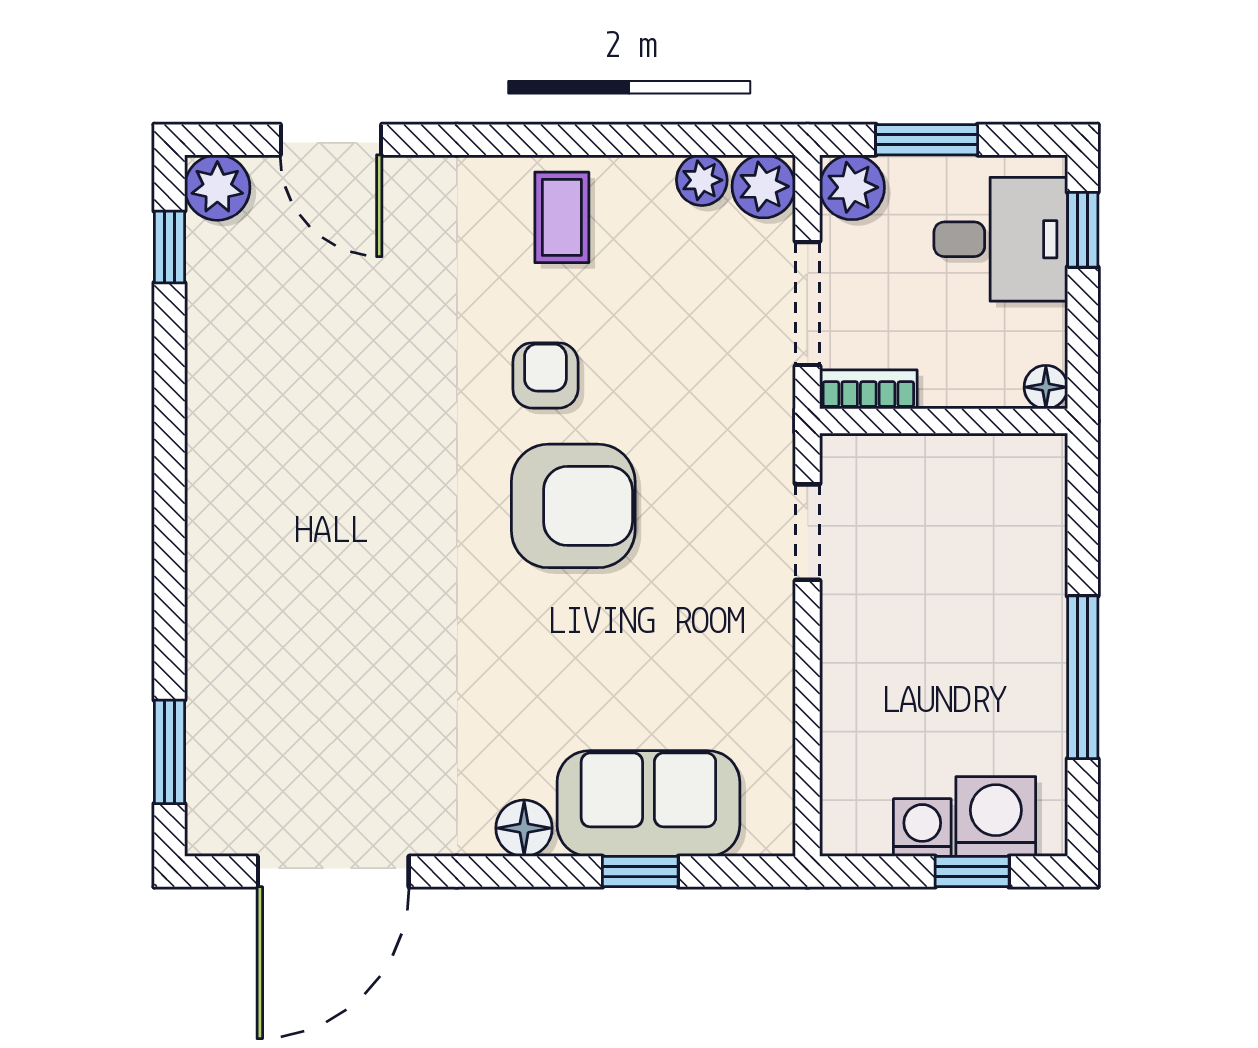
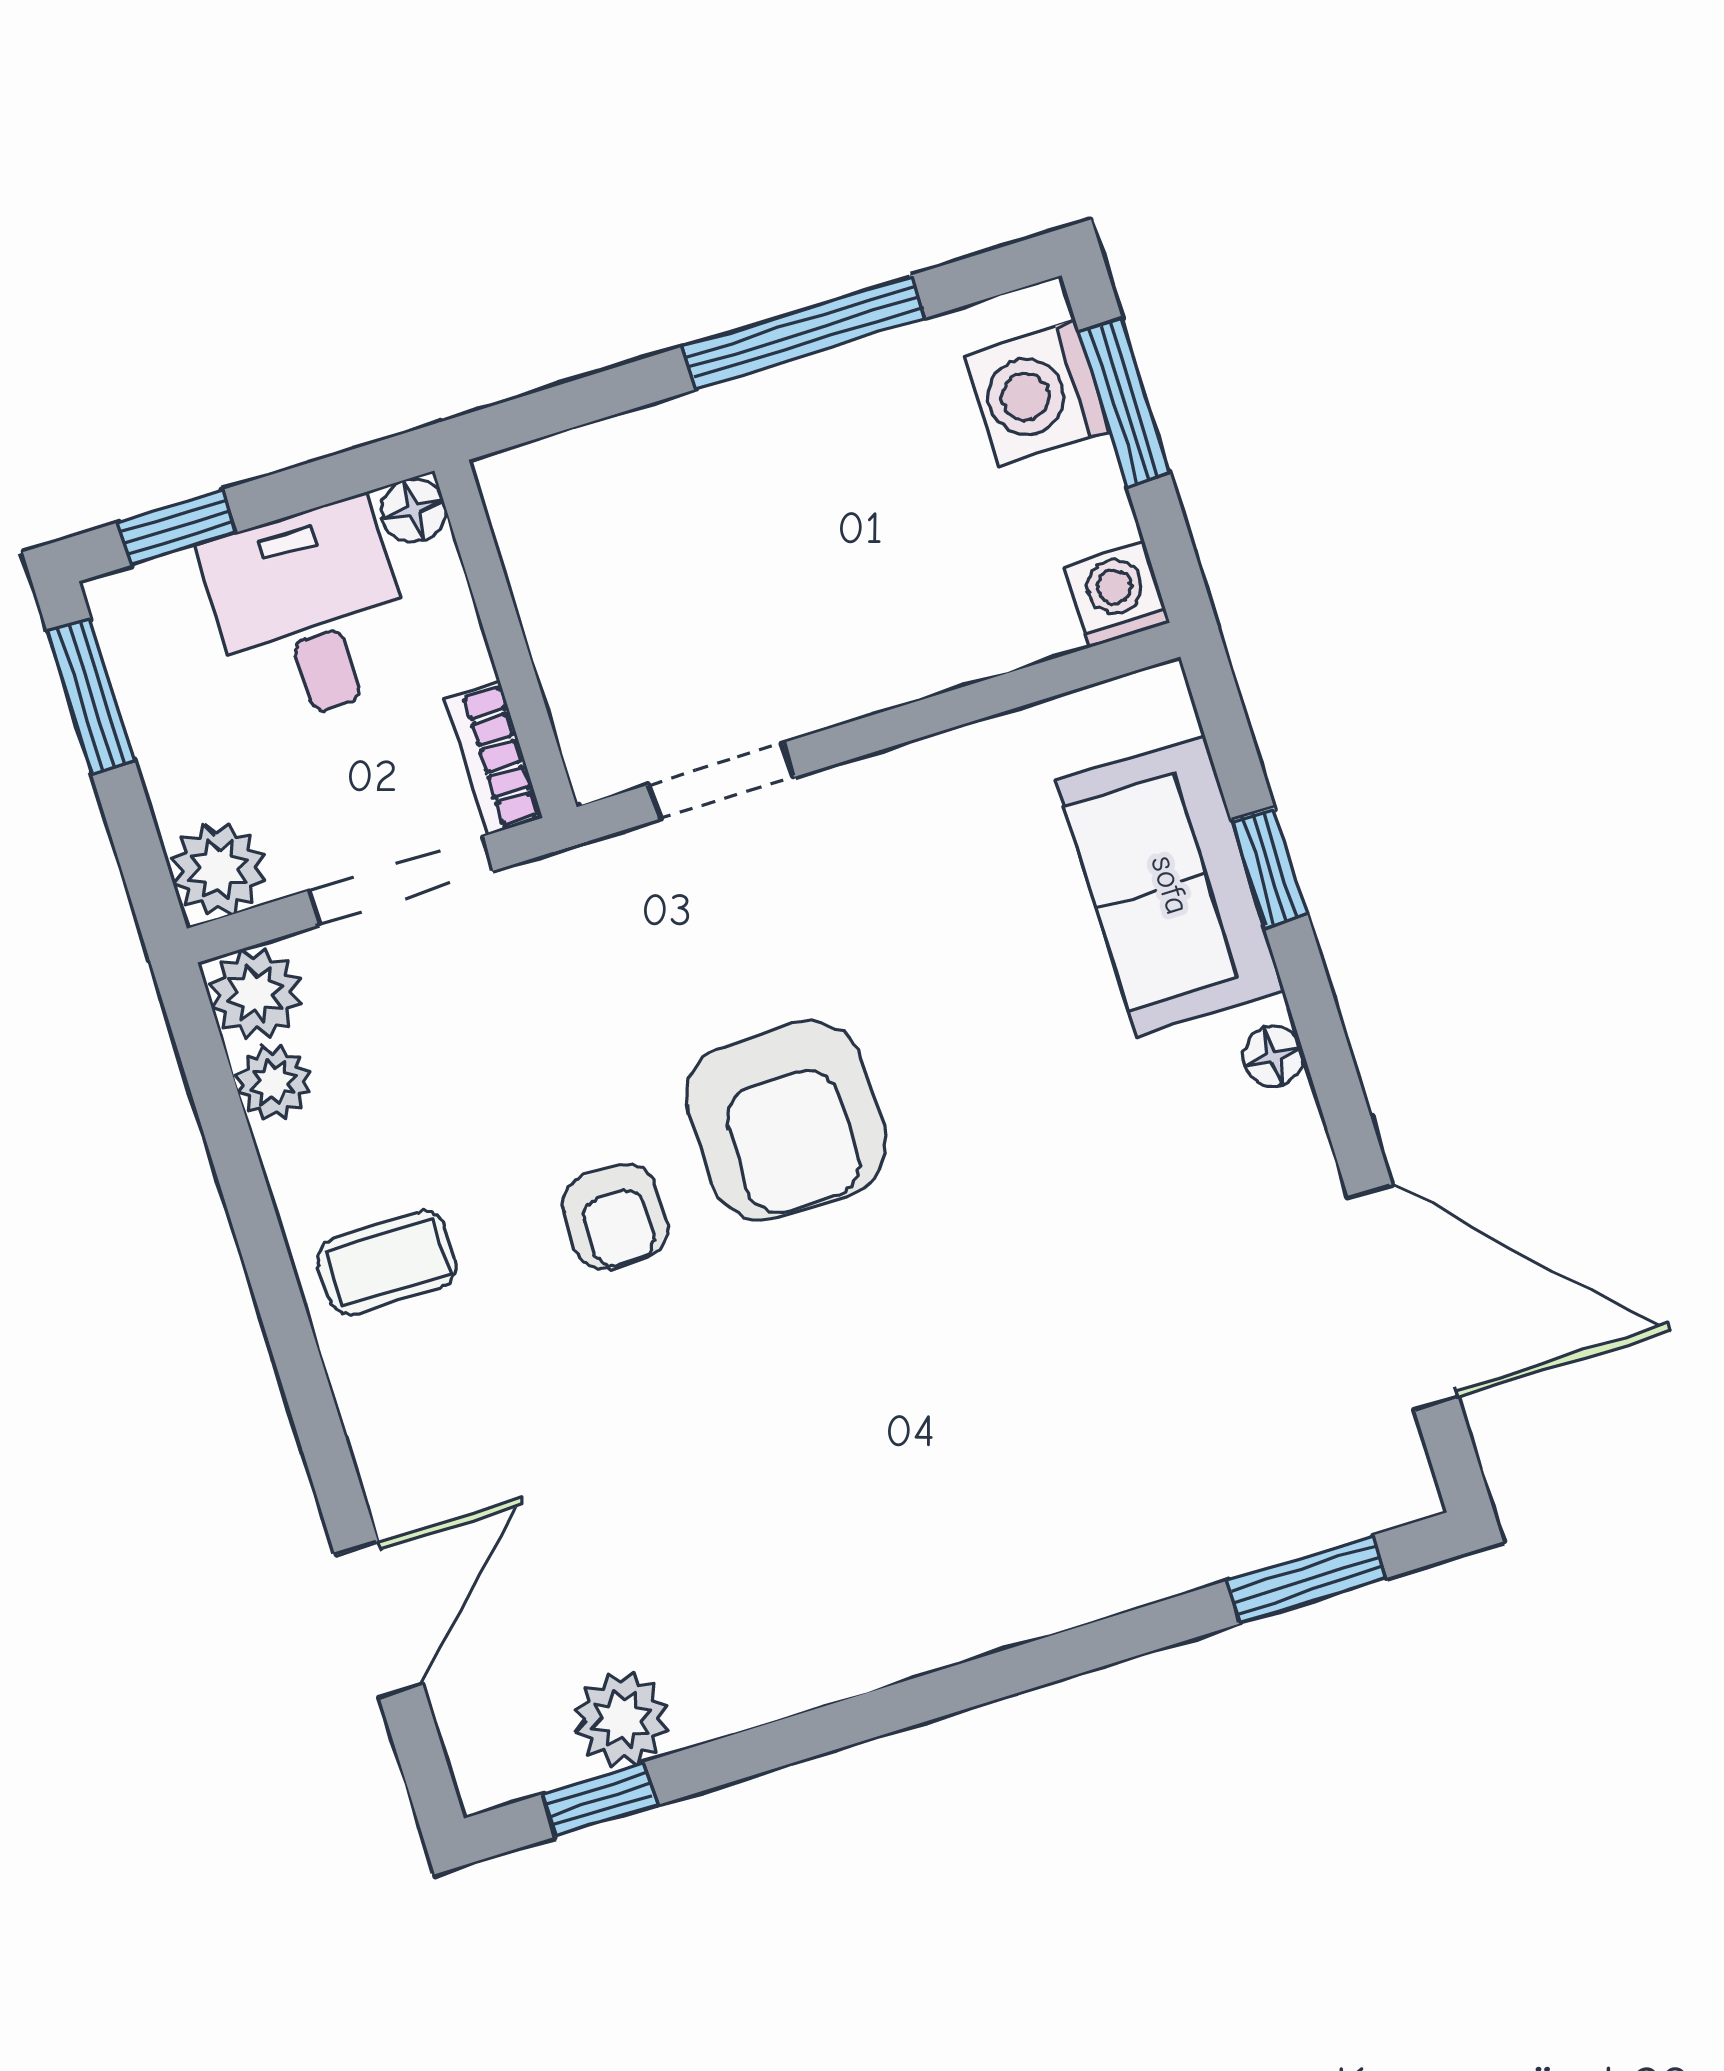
window: (927, 140) -> (91, 696), moved
plant: (217, 188) -> (622, 1719), moved
desk: (1001, 239) -> (309, 612), moved
armchair: (545, 375) -> (616, 1217), turned -90
armchair: (573, 506) -> (786, 1121), turned 180
floor lamp: (524, 828) -> (1273, 1056), width x0.73, depth x0.73
washing machine: (922, 828) -> (1117, 595), moved, turned 90
window: (972, 872) -> (1124, 402), width x1.50

